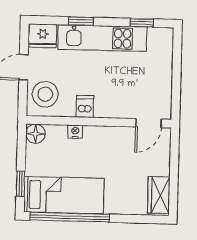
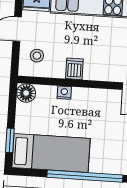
stool: (45, 94) -> (37, 56), width x0.53, depth x0.53
window: (70, 217) -> (85, 176), moved

